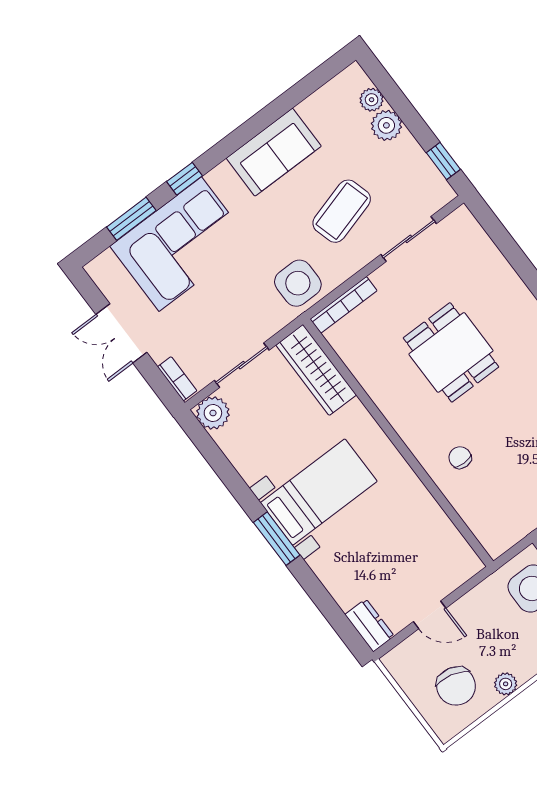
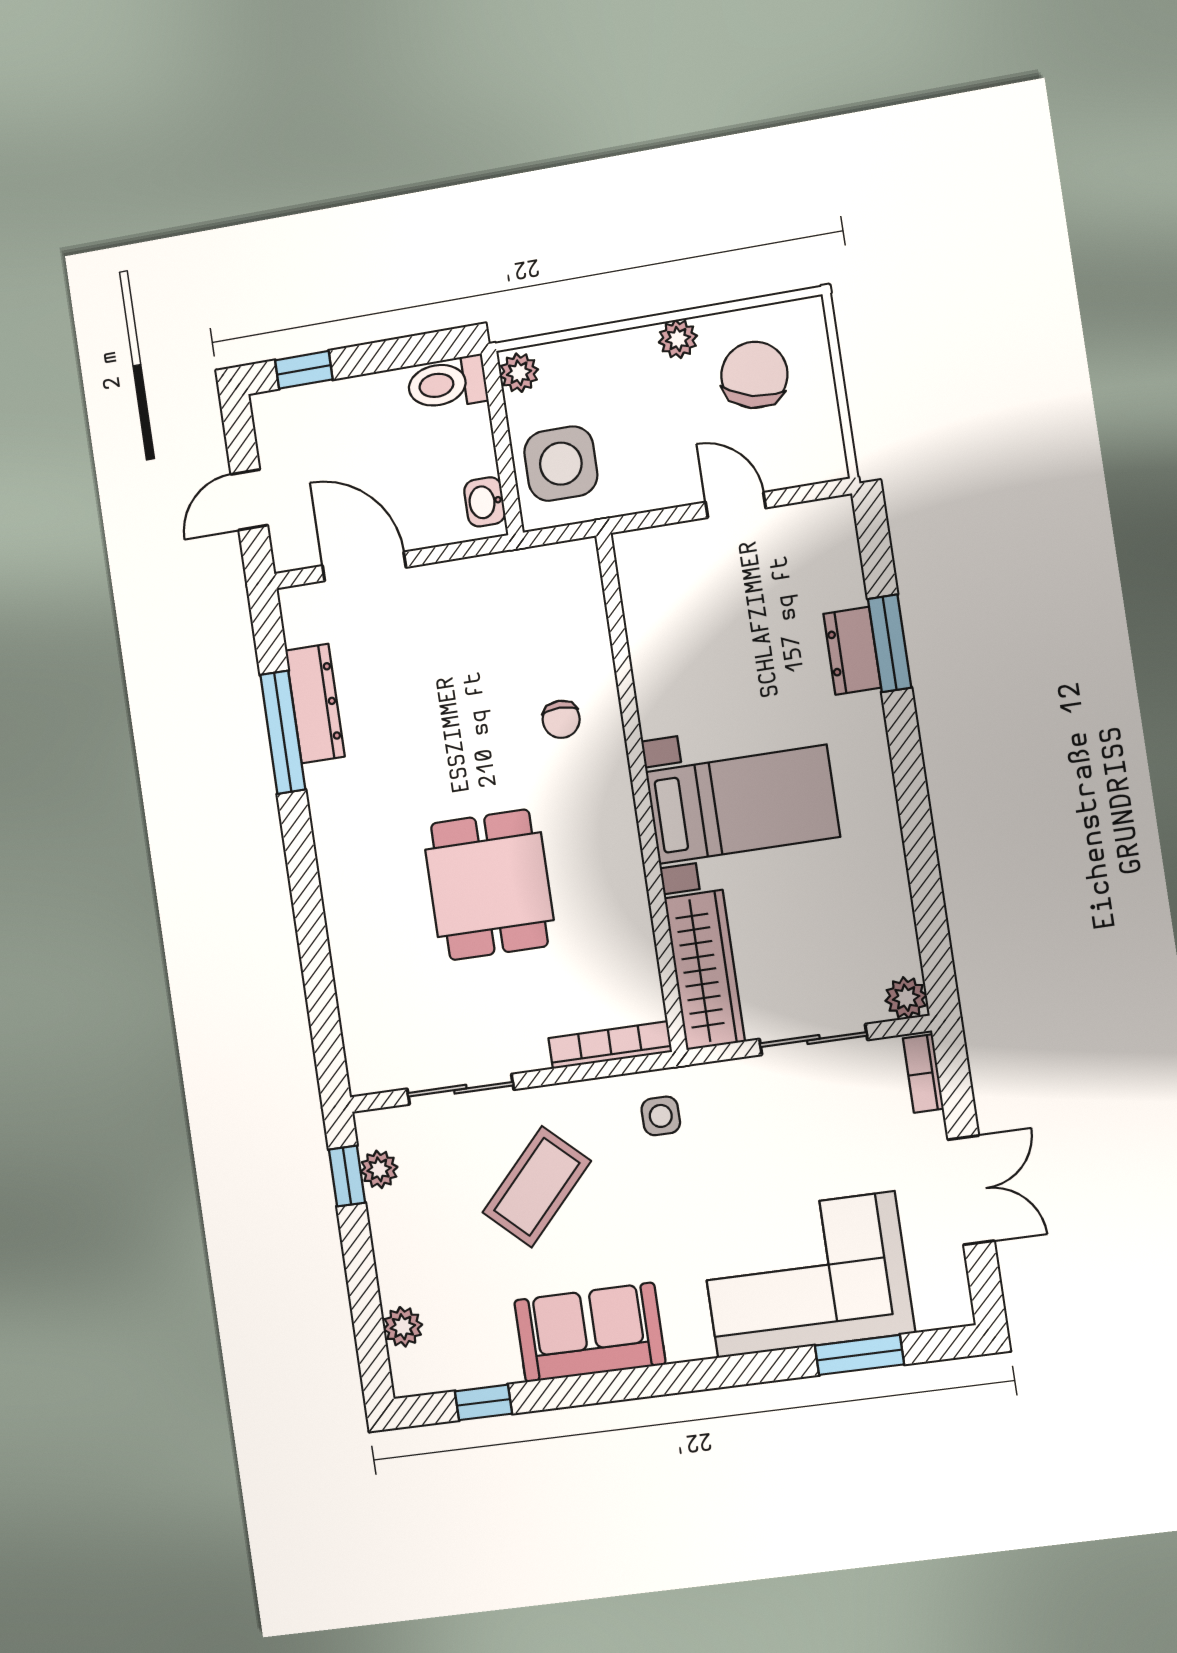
plant: (386, 125) -> (379, 1169), moved, width x0.73, depth x0.73
window: (184, 179) -> (483, 1402), moved
coffee table: (342, 211) -> (537, 1187), turned -31
side table: (298, 283) -> (661, 1116), width x0.54, depth x0.54
plant: (213, 413) -> (906, 998), width x0.73, depth x0.73
bed with nightstands: (319, 492) -> (743, 804), moved, turned 180
window: (277, 539) -> (890, 643), moved
dresser: (370, 625) -> (852, 651), moved

